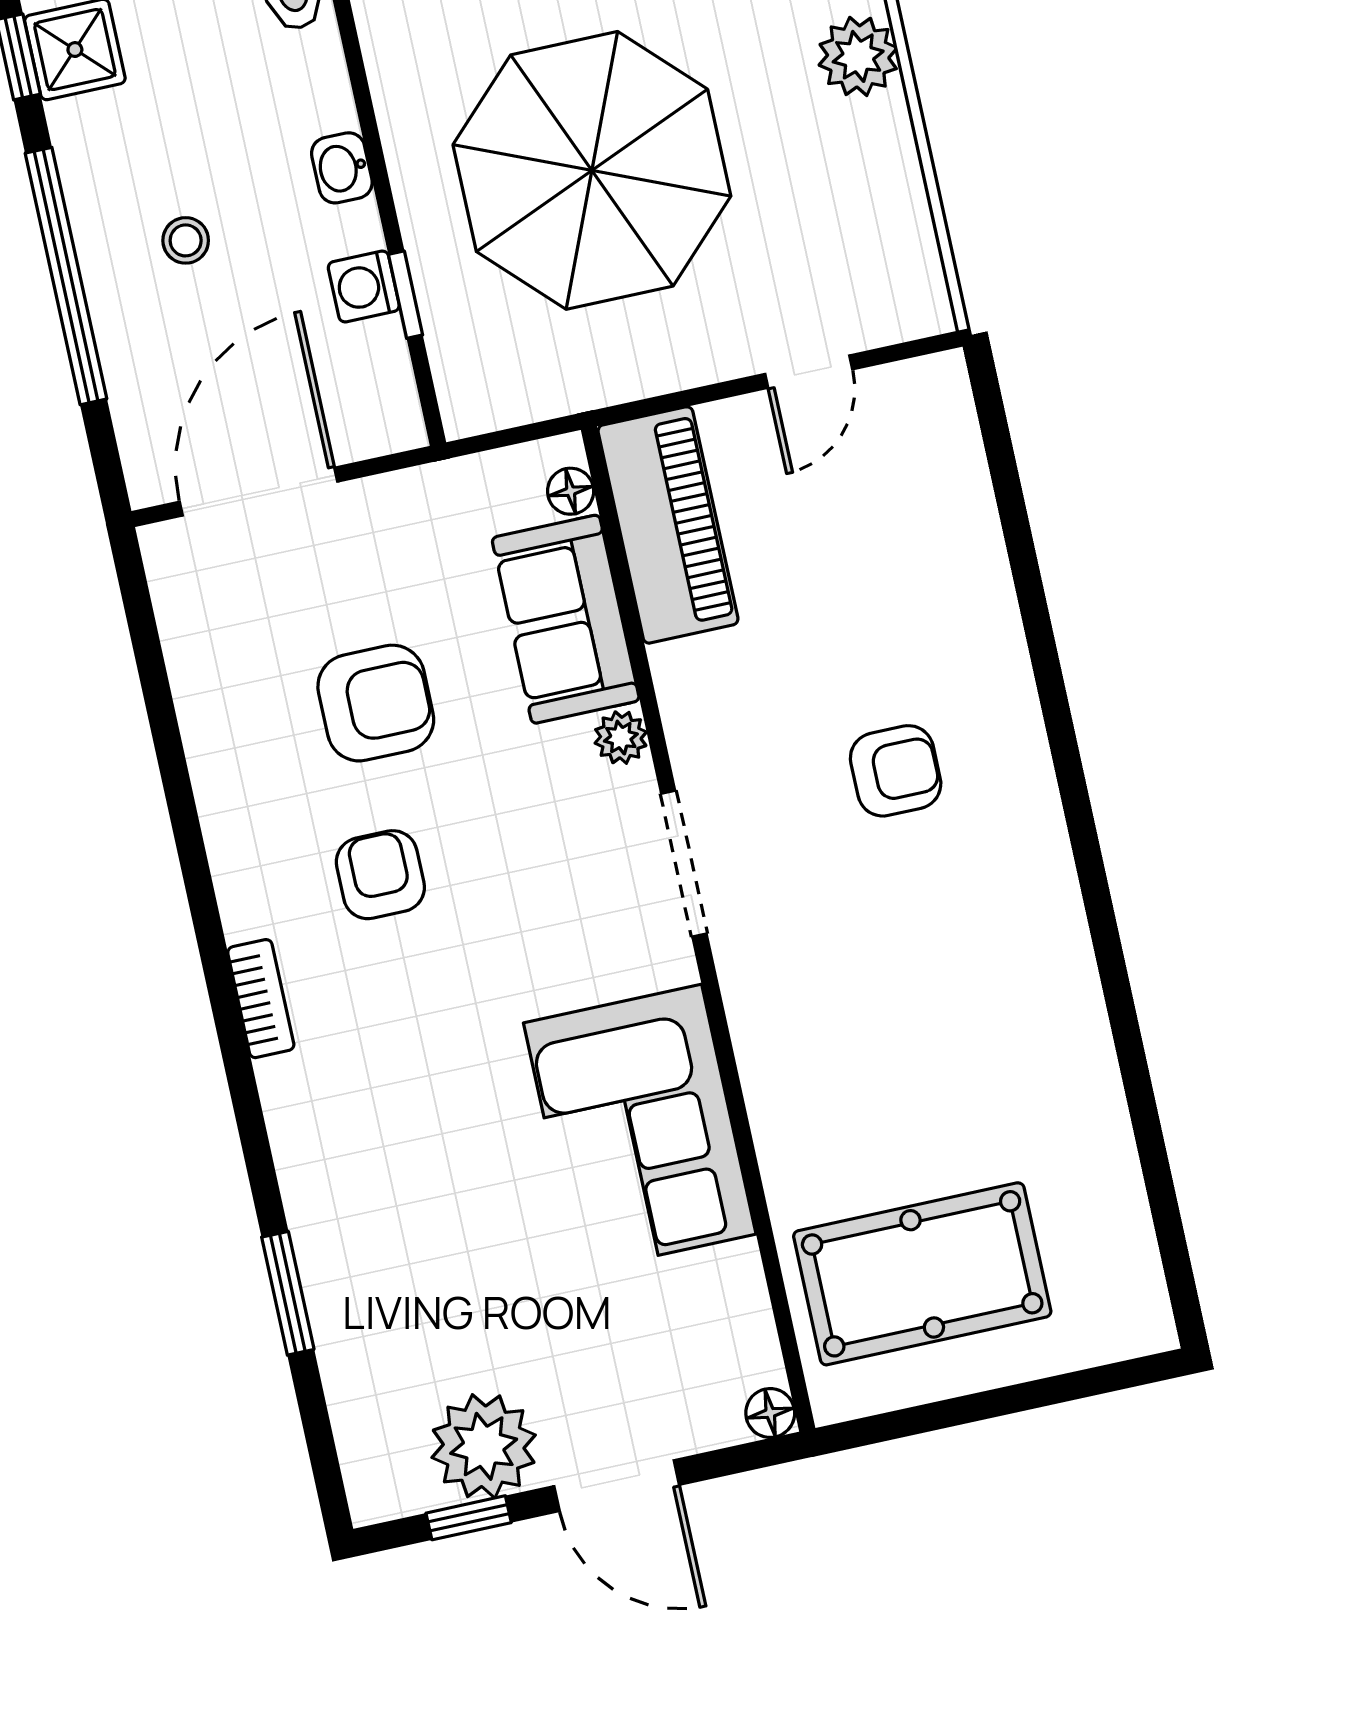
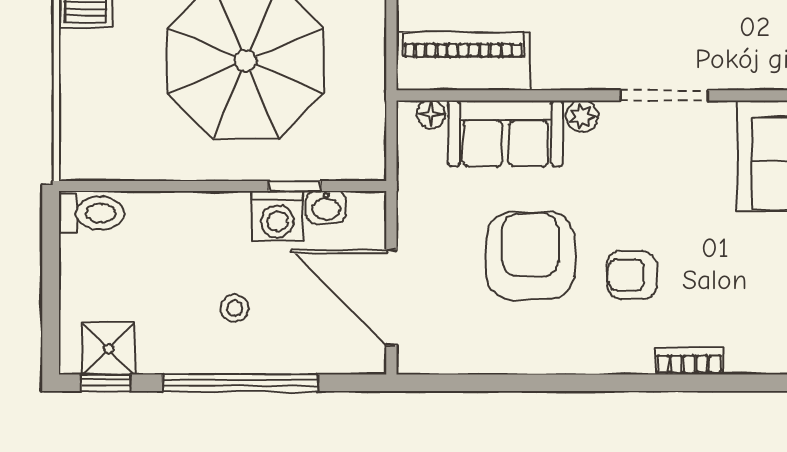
washbasin: (342, 168) -> (326, 207), moved
washing machine: (364, 286) -> (277, 216), width x1.38, depth x1.38
armchair: (376, 703) -> (530, 256), width x1.36, depth x1.36

